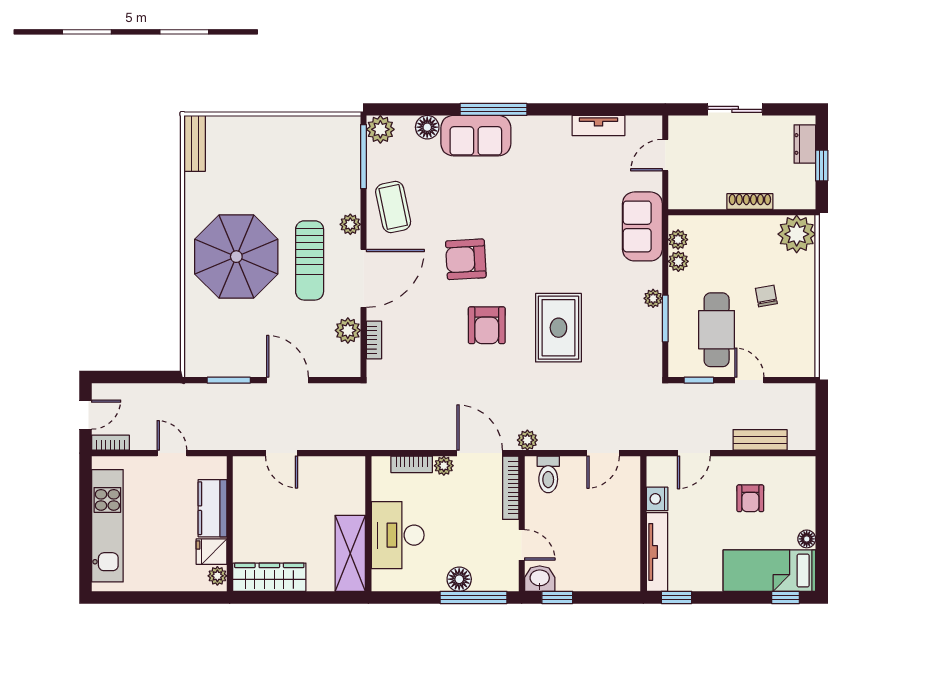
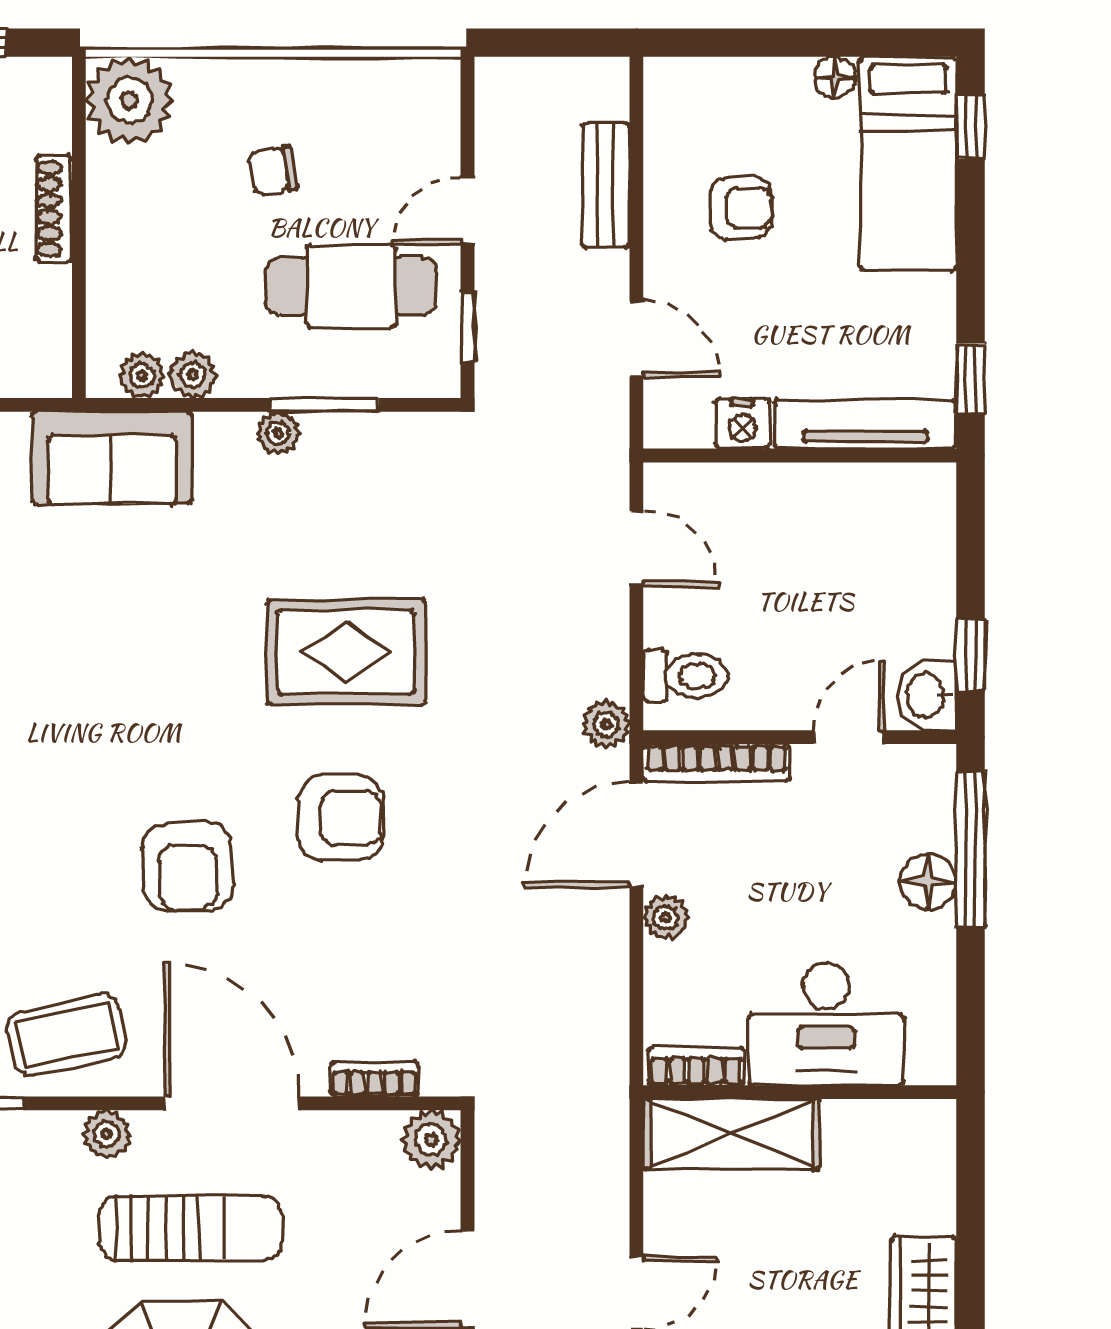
plant: (348, 330) -> (431, 1140), moved
bookcase: (412, 464) -> (696, 1066), moved, turned -90
shelving: (350, 553) -> (731, 1134), moved

